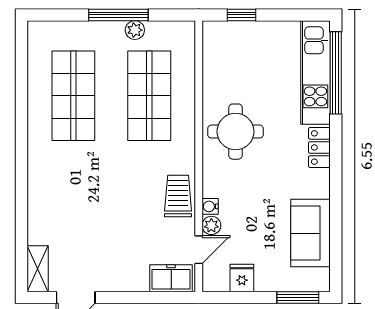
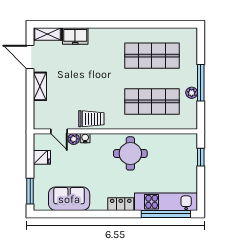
freezer: (171, 278) -> (75, 36), moved, turned 90
shelving: (124, 281) -> (40, 86), added

